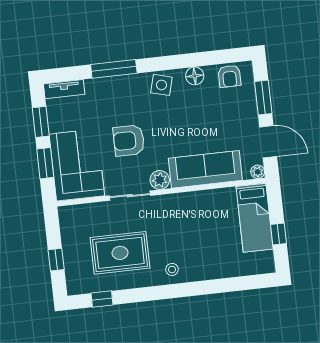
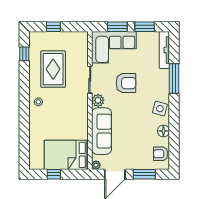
tv unit: (64, 89) -> (164, 50), width x1.41
armchair: (129, 140) -> (126, 83), turned 90
bed: (255, 218) -> (66, 155), width x1.50

